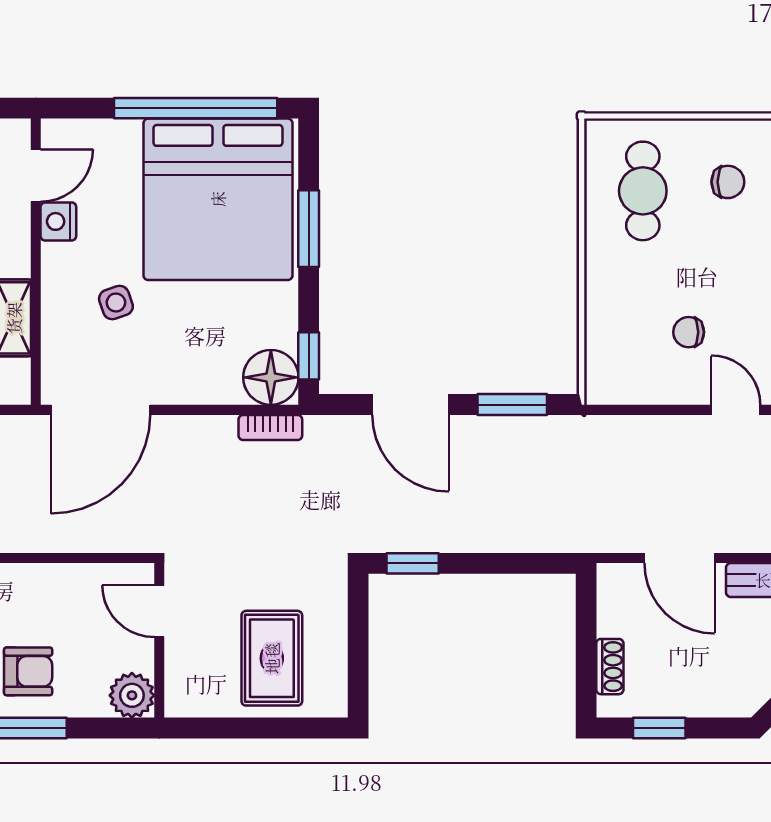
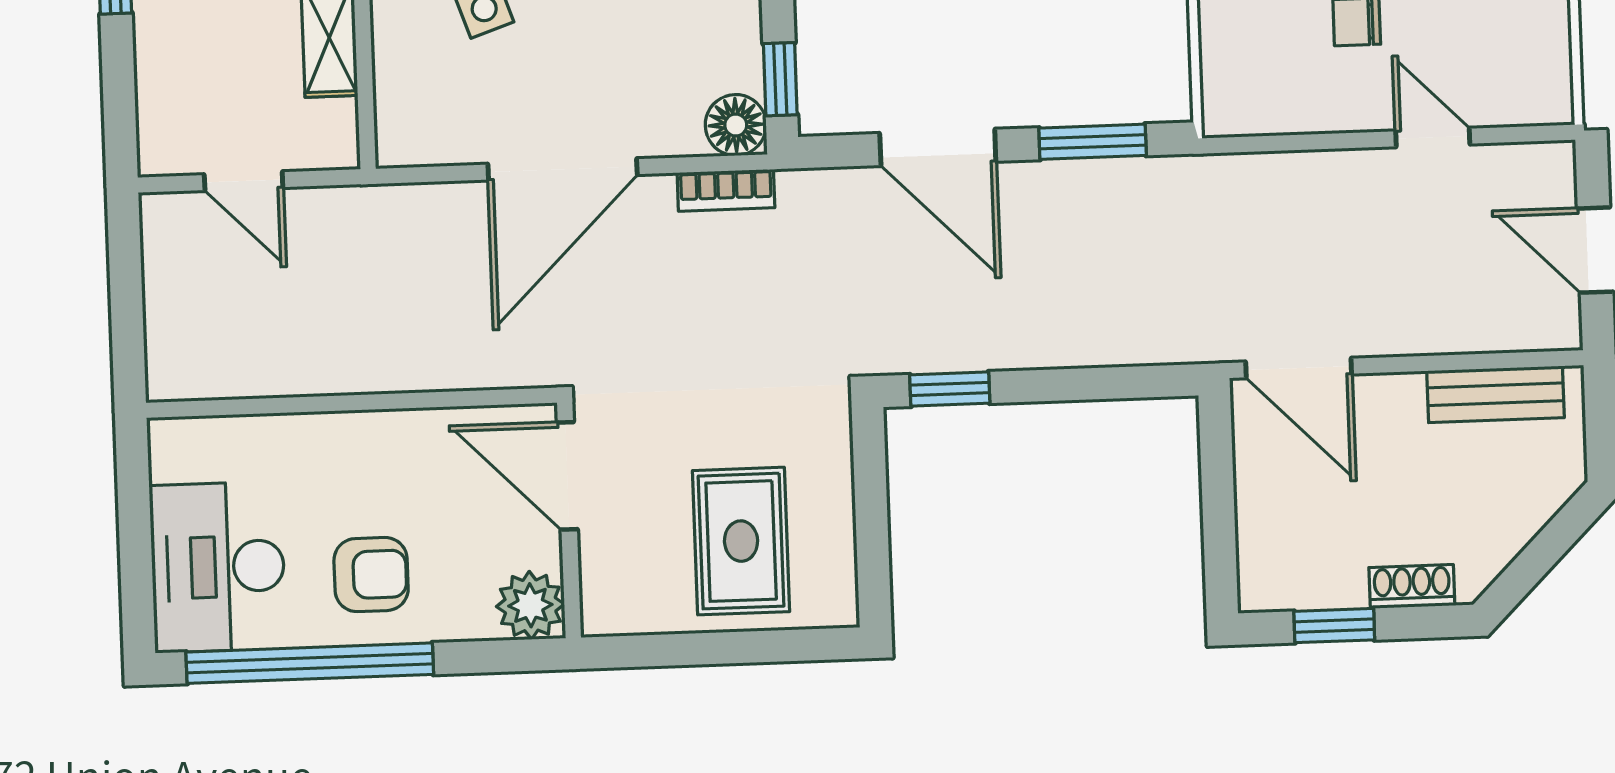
floor lamp: (271, 377) -> (736, 125), width x0.73, depth x0.73
door: (101, 410) -> (563, 169), moved
door: (679, 558) -> (1299, 368), moved
door: (159, 611) -> (567, 476), width x1.38
shoe rack: (610, 667) -> (1412, 587), moved, turned -90

